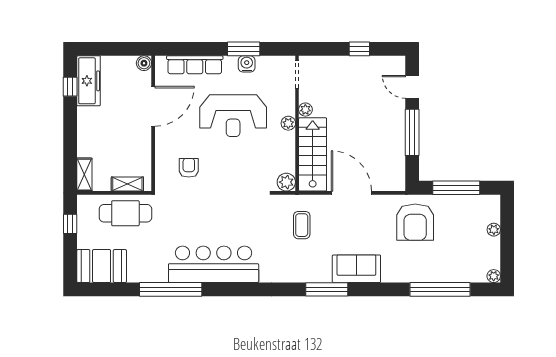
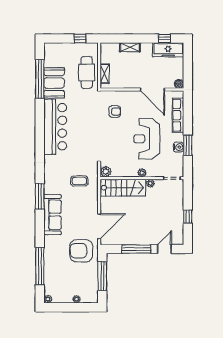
shelving: (84, 175) -> (130, 47), moved
door: (351, 193) -> (99, 226), moved
booth: (102, 266) -> (54, 83), moved
sofa: (356, 269) -> (52, 215), width x1.36
window: (171, 289) -> (40, 79), moved

